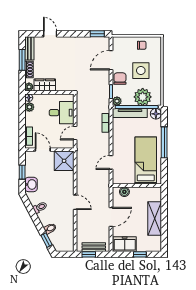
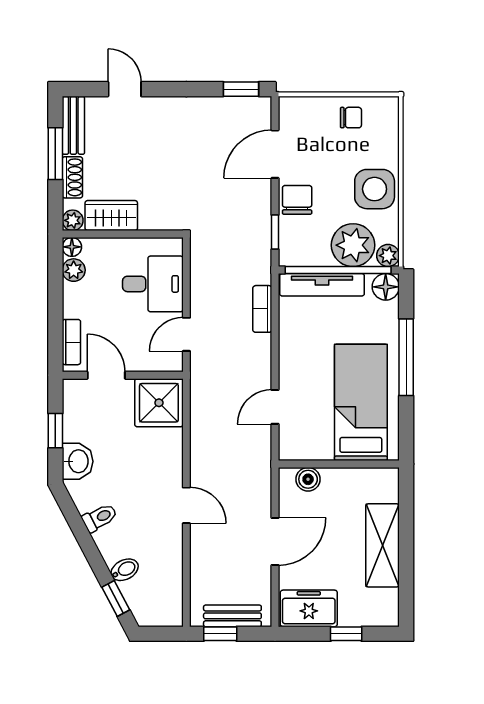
side table: (141, 71) -> (375, 189), moved
plant: (117, 101) -> (388, 256), moved

